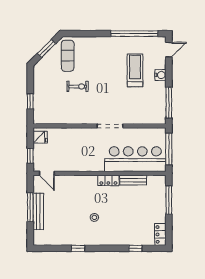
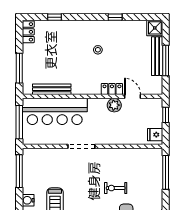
window: (30, 101) -> (166, 172), width x2.17
plant: (79, 165) -> (114, 105), added
door: (47, 173) -> (133, 96), moved
locker: (108, 180) -> (112, 89), moved
bench: (133, 180) -> (52, 89), width x1.36
shower: (41, 238) -> (155, 28), added

